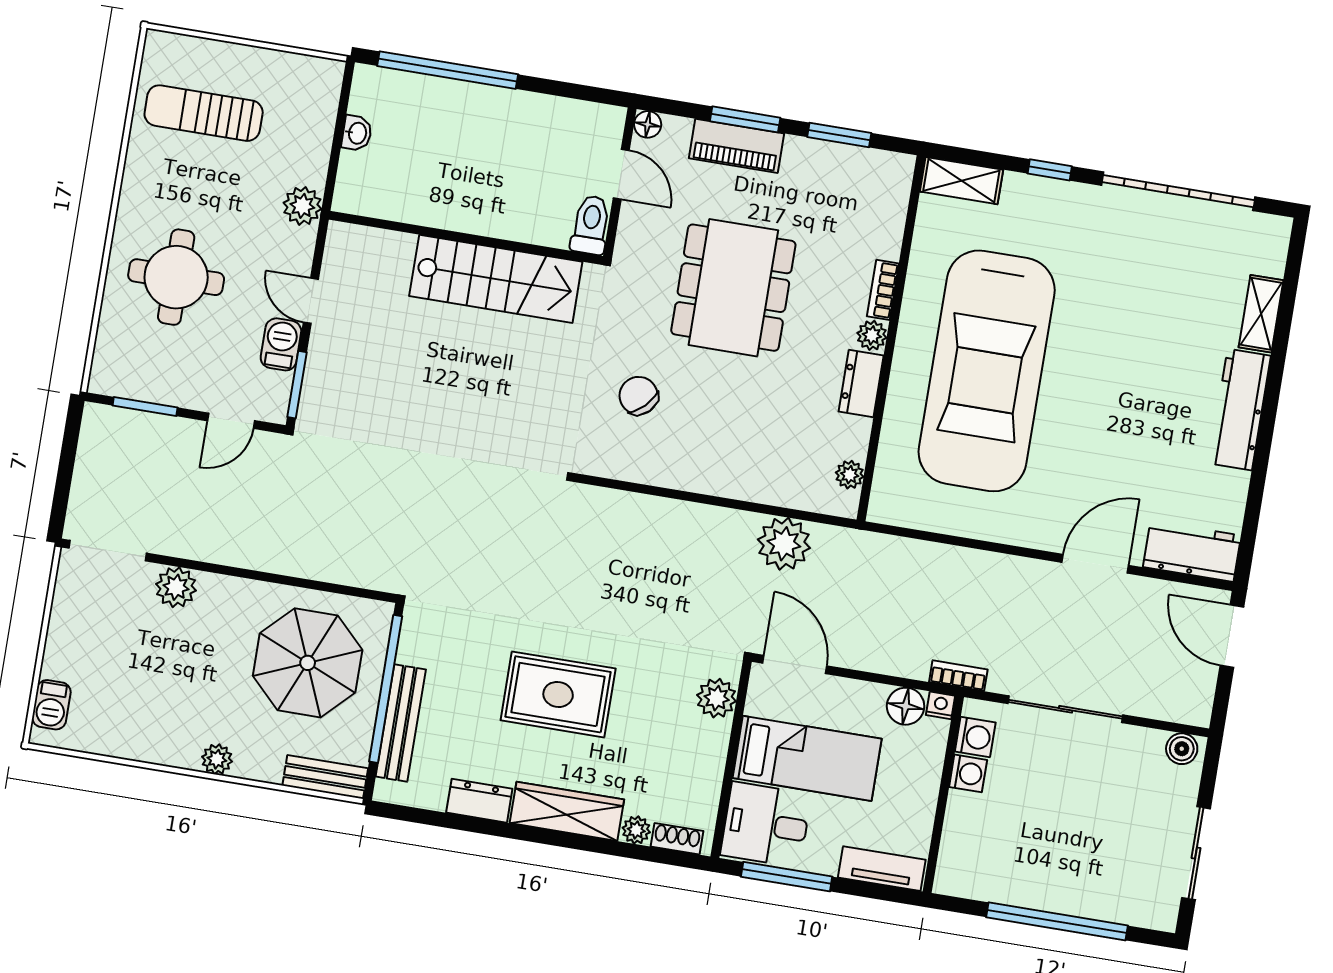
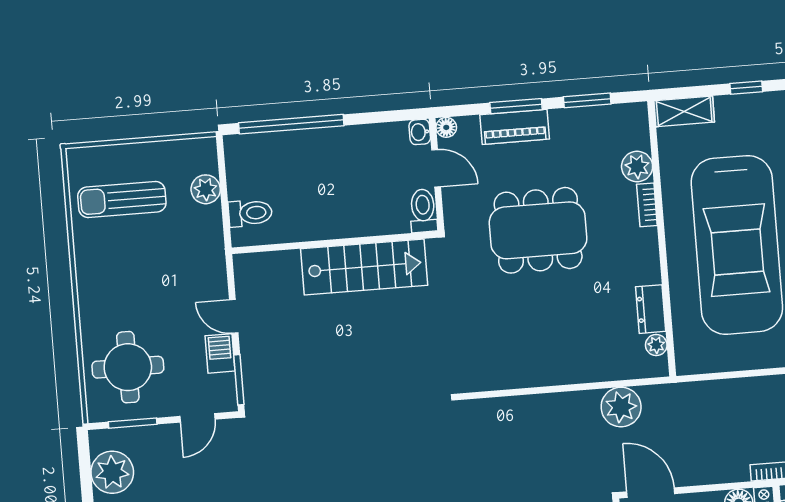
washbasin: (357, 133) -> (420, 132), moved, turned 180
toilet: (366, 172) -> (250, 213), added
plant: (302, 206) -> (206, 189), moved
round table: (176, 277) -> (128, 367), moved
dining table: (733, 288) -> (538, 230), turned 90
plant: (872, 335) -> (637, 167), moved, width x1.38, depth x1.38
dresser: (861, 384) -> (651, 309), moved
chair: (639, 396) -> (489, 326), removed
plant: (103, 464) -> (112, 472), added

